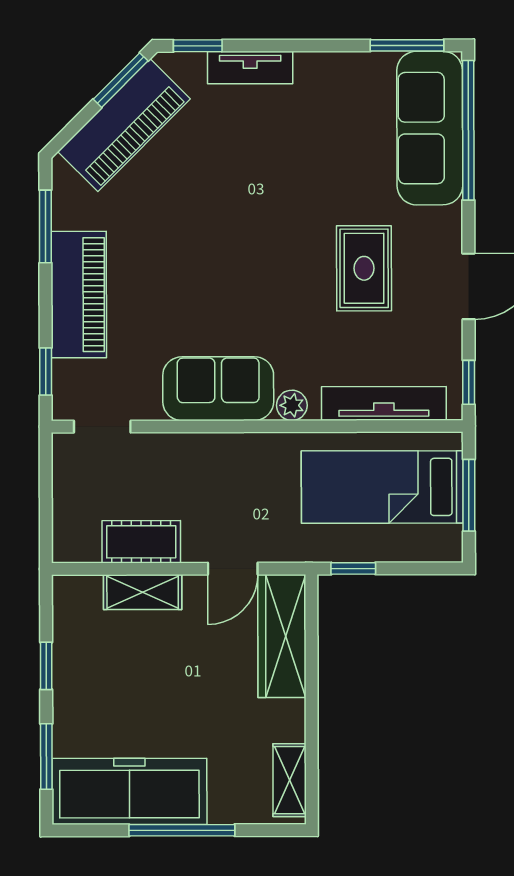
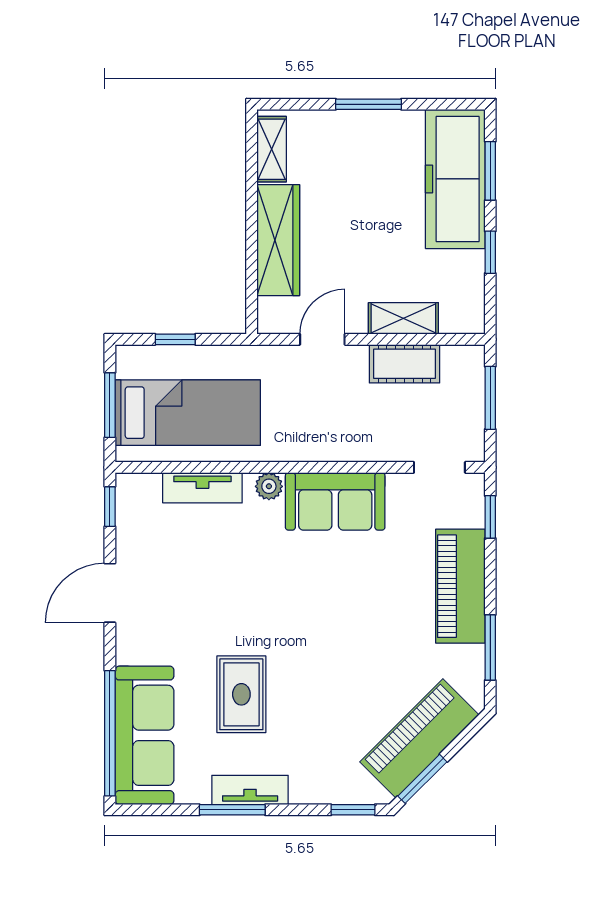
window: (407, 45) -> (232, 810), moved
tv unit: (250, 68) -> (250, 790), moved
rug: (364, 268) -> (241, 694), moved
tv unit: (384, 403) -> (202, 488), width x0.71
window: (46, 504) -> (490, 398), added
window: (353, 568) -> (175, 339), moved
wardrobe: (282, 636) -> (278, 240), moved
freezer: (129, 791) -> (455, 179), moved, turned 90
window: (182, 830) -> (368, 104), width x0.69

